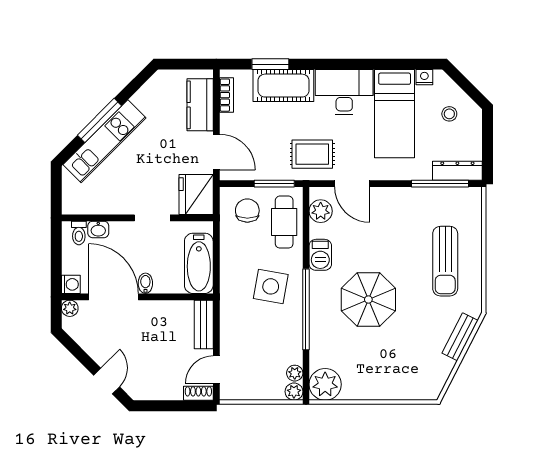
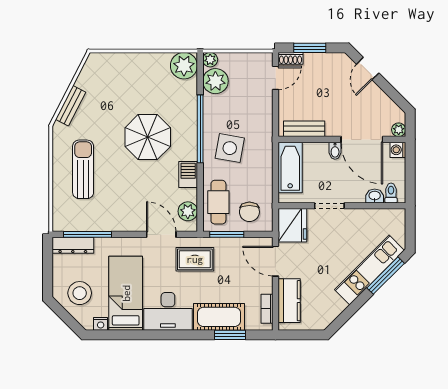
stool: (449, 114) -> (80, 293), width x1.89, depth x1.89
window: (100, 120) -> (386, 276), moved
bench: (204, 324) -> (304, 129), moved, turned 90
plant: (295, 373) -> (215, 81), width x1.87, depth x1.87
window: (175, 406) -> (310, 48), added

